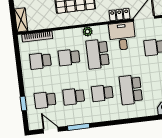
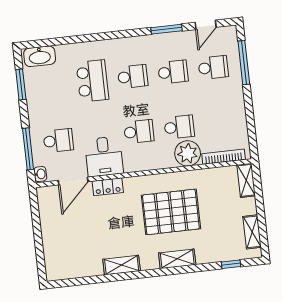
plant: (88, 32) -> (188, 153), moved, width x1.88, depth x1.88
school desk: (98, 54) -> (139, 132), width x0.54
school desk: (40, 61) -> (219, 123), removed
window: (23, 103) -> (244, 63), width x2.17
door: (51, 130) -> (206, 25), hinge flipped

